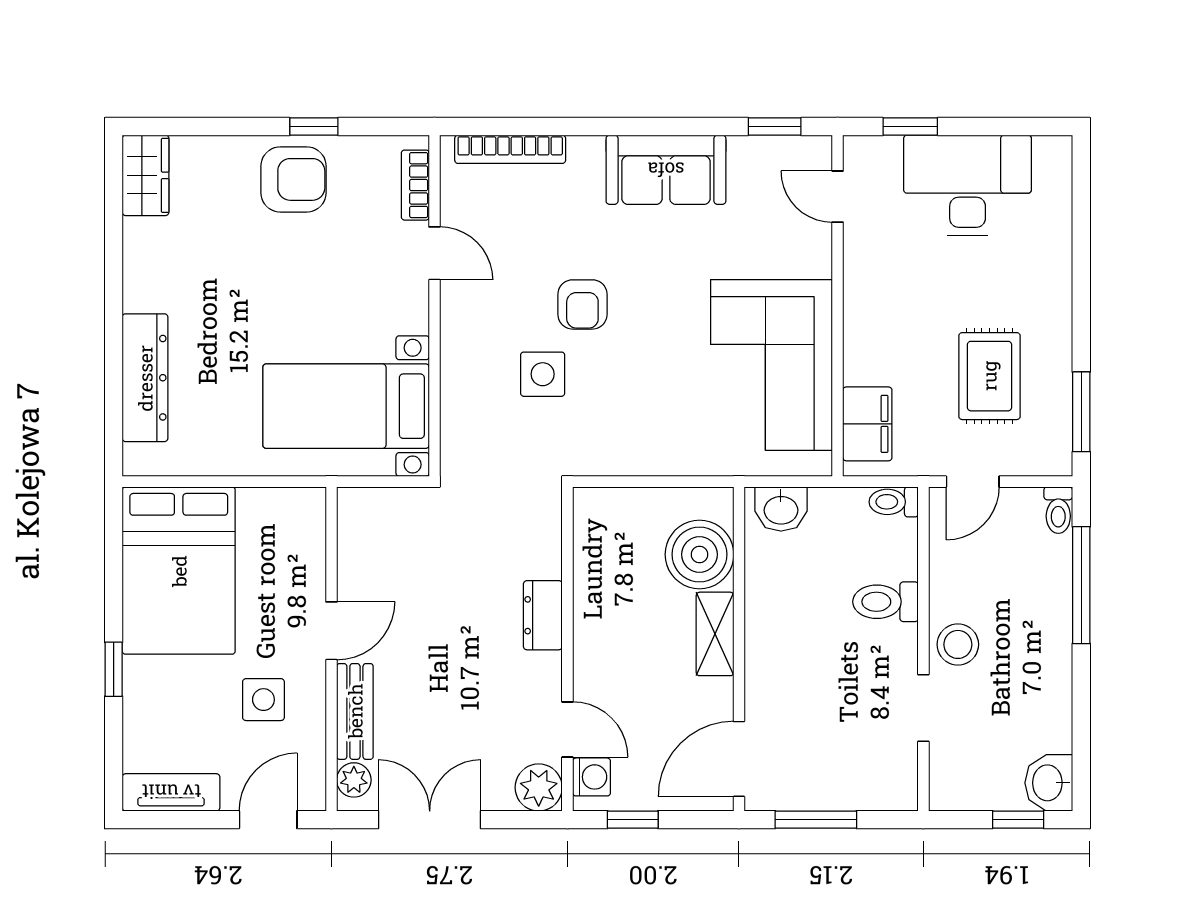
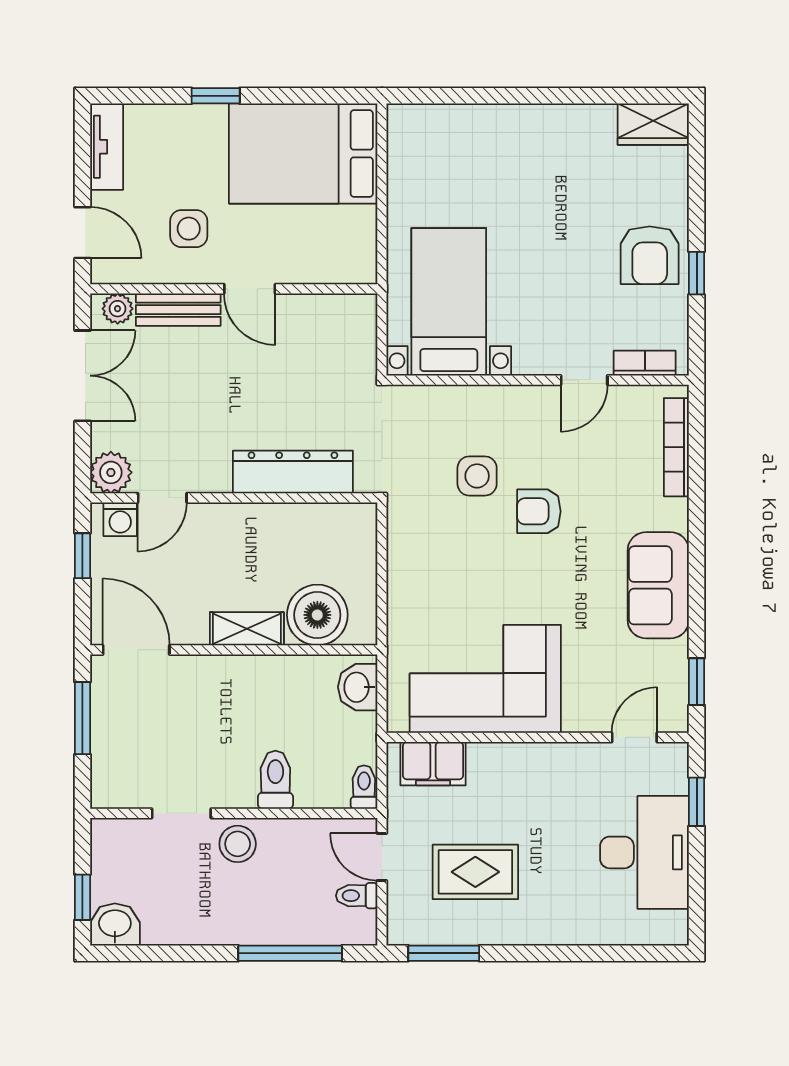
dresser: (145, 378) -> (474, 124), removed
toilet: (1058, 510) -> (357, 896), moved
dresser: (543, 615) -> (293, 472), width x1.96, depth x1.24

